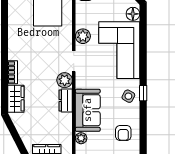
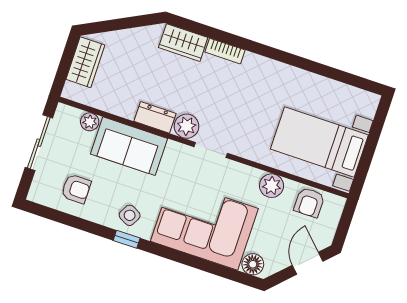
plant: (83, 36) -> (272, 186), moved
armchair: (123, 133) -> (76, 189), turned 180

